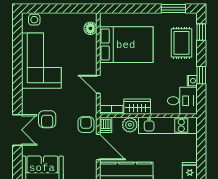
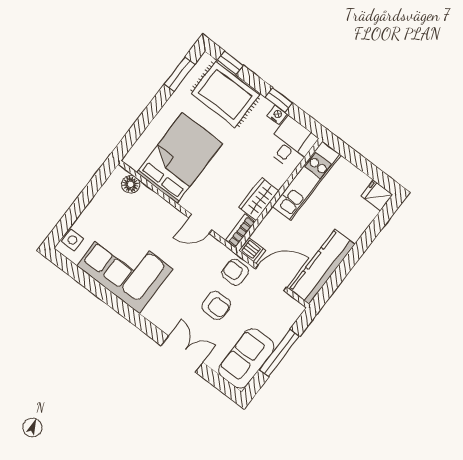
rug: (181, 43) -> (225, 94), width x1.36, depth x1.43
armchair: (47, 119) -> (216, 305), moved
plant: (130, 125) -> (273, 223), removed

